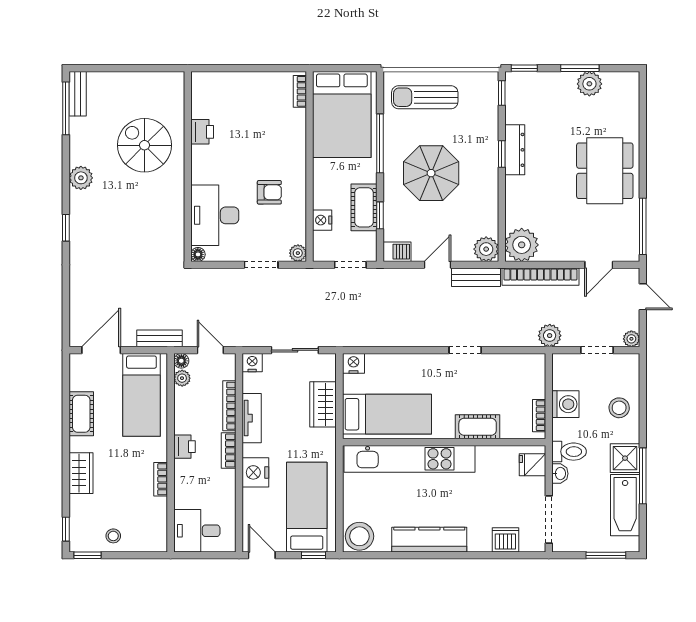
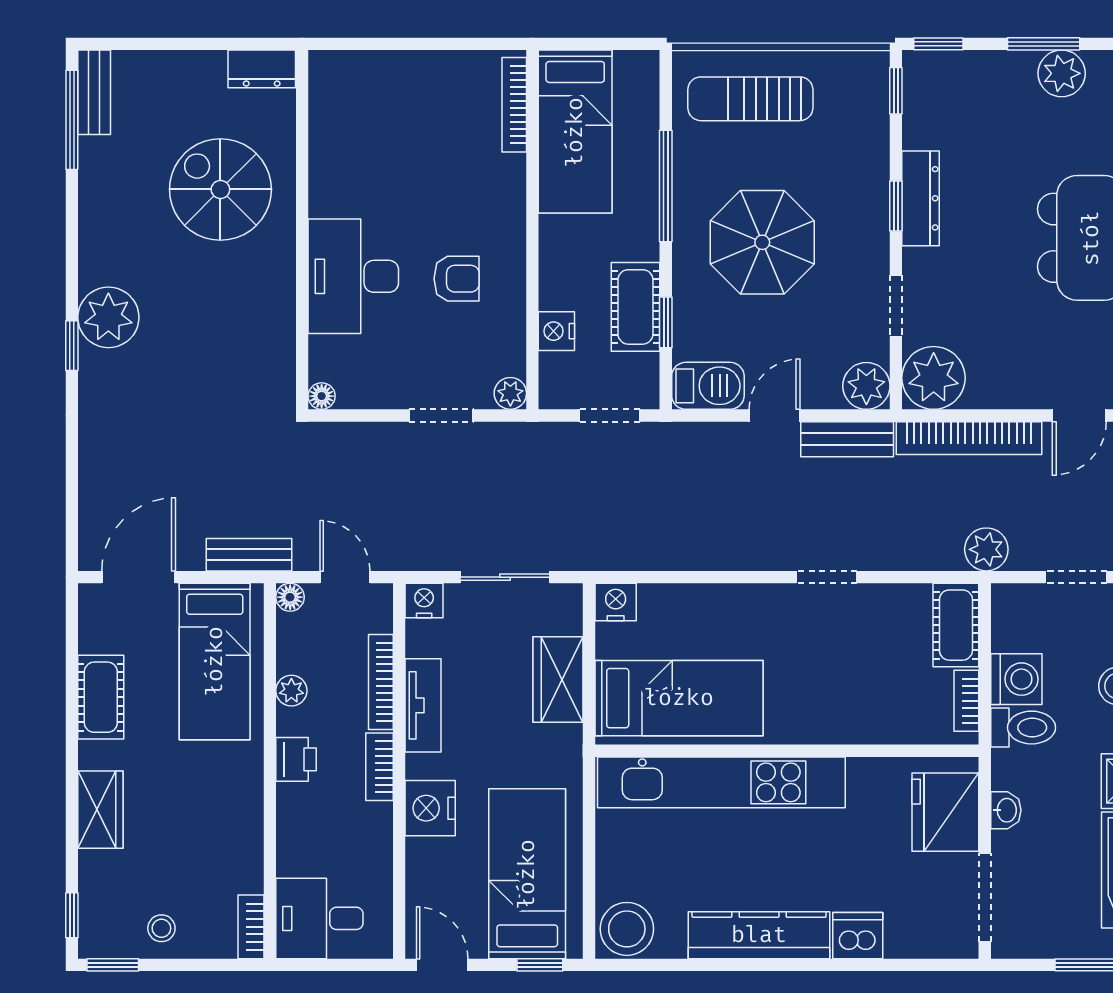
dresser: (166, 81) -> (262, 69), added
bookcase: (300, 91) -> (514, 105), width x1.56
bed: (342, 115) -> (575, 132), width x0.67
printer: (202, 132) -> (329, 164), removed
plant: (81, 178) -> (108, 317), moved, width x1.36, depth x1.36
doorway: (502, 207) -> (896, 306), added
desk: (215, 215) -> (353, 276), moved
barbecue: (397, 252) -> (708, 386), width x1.38, depth x1.27
plant: (182, 378) -> (291, 691), moved
cot: (478, 427) -> (956, 625), moved, turned 90
toilet: (569, 452) -> (1023, 728), moved
fridge: (532, 465) -> (945, 812), width x1.88, depth x1.34
bookcase: (161, 479) -> (251, 927), moved
dishwasher: (505, 540) -> (858, 936), moved

